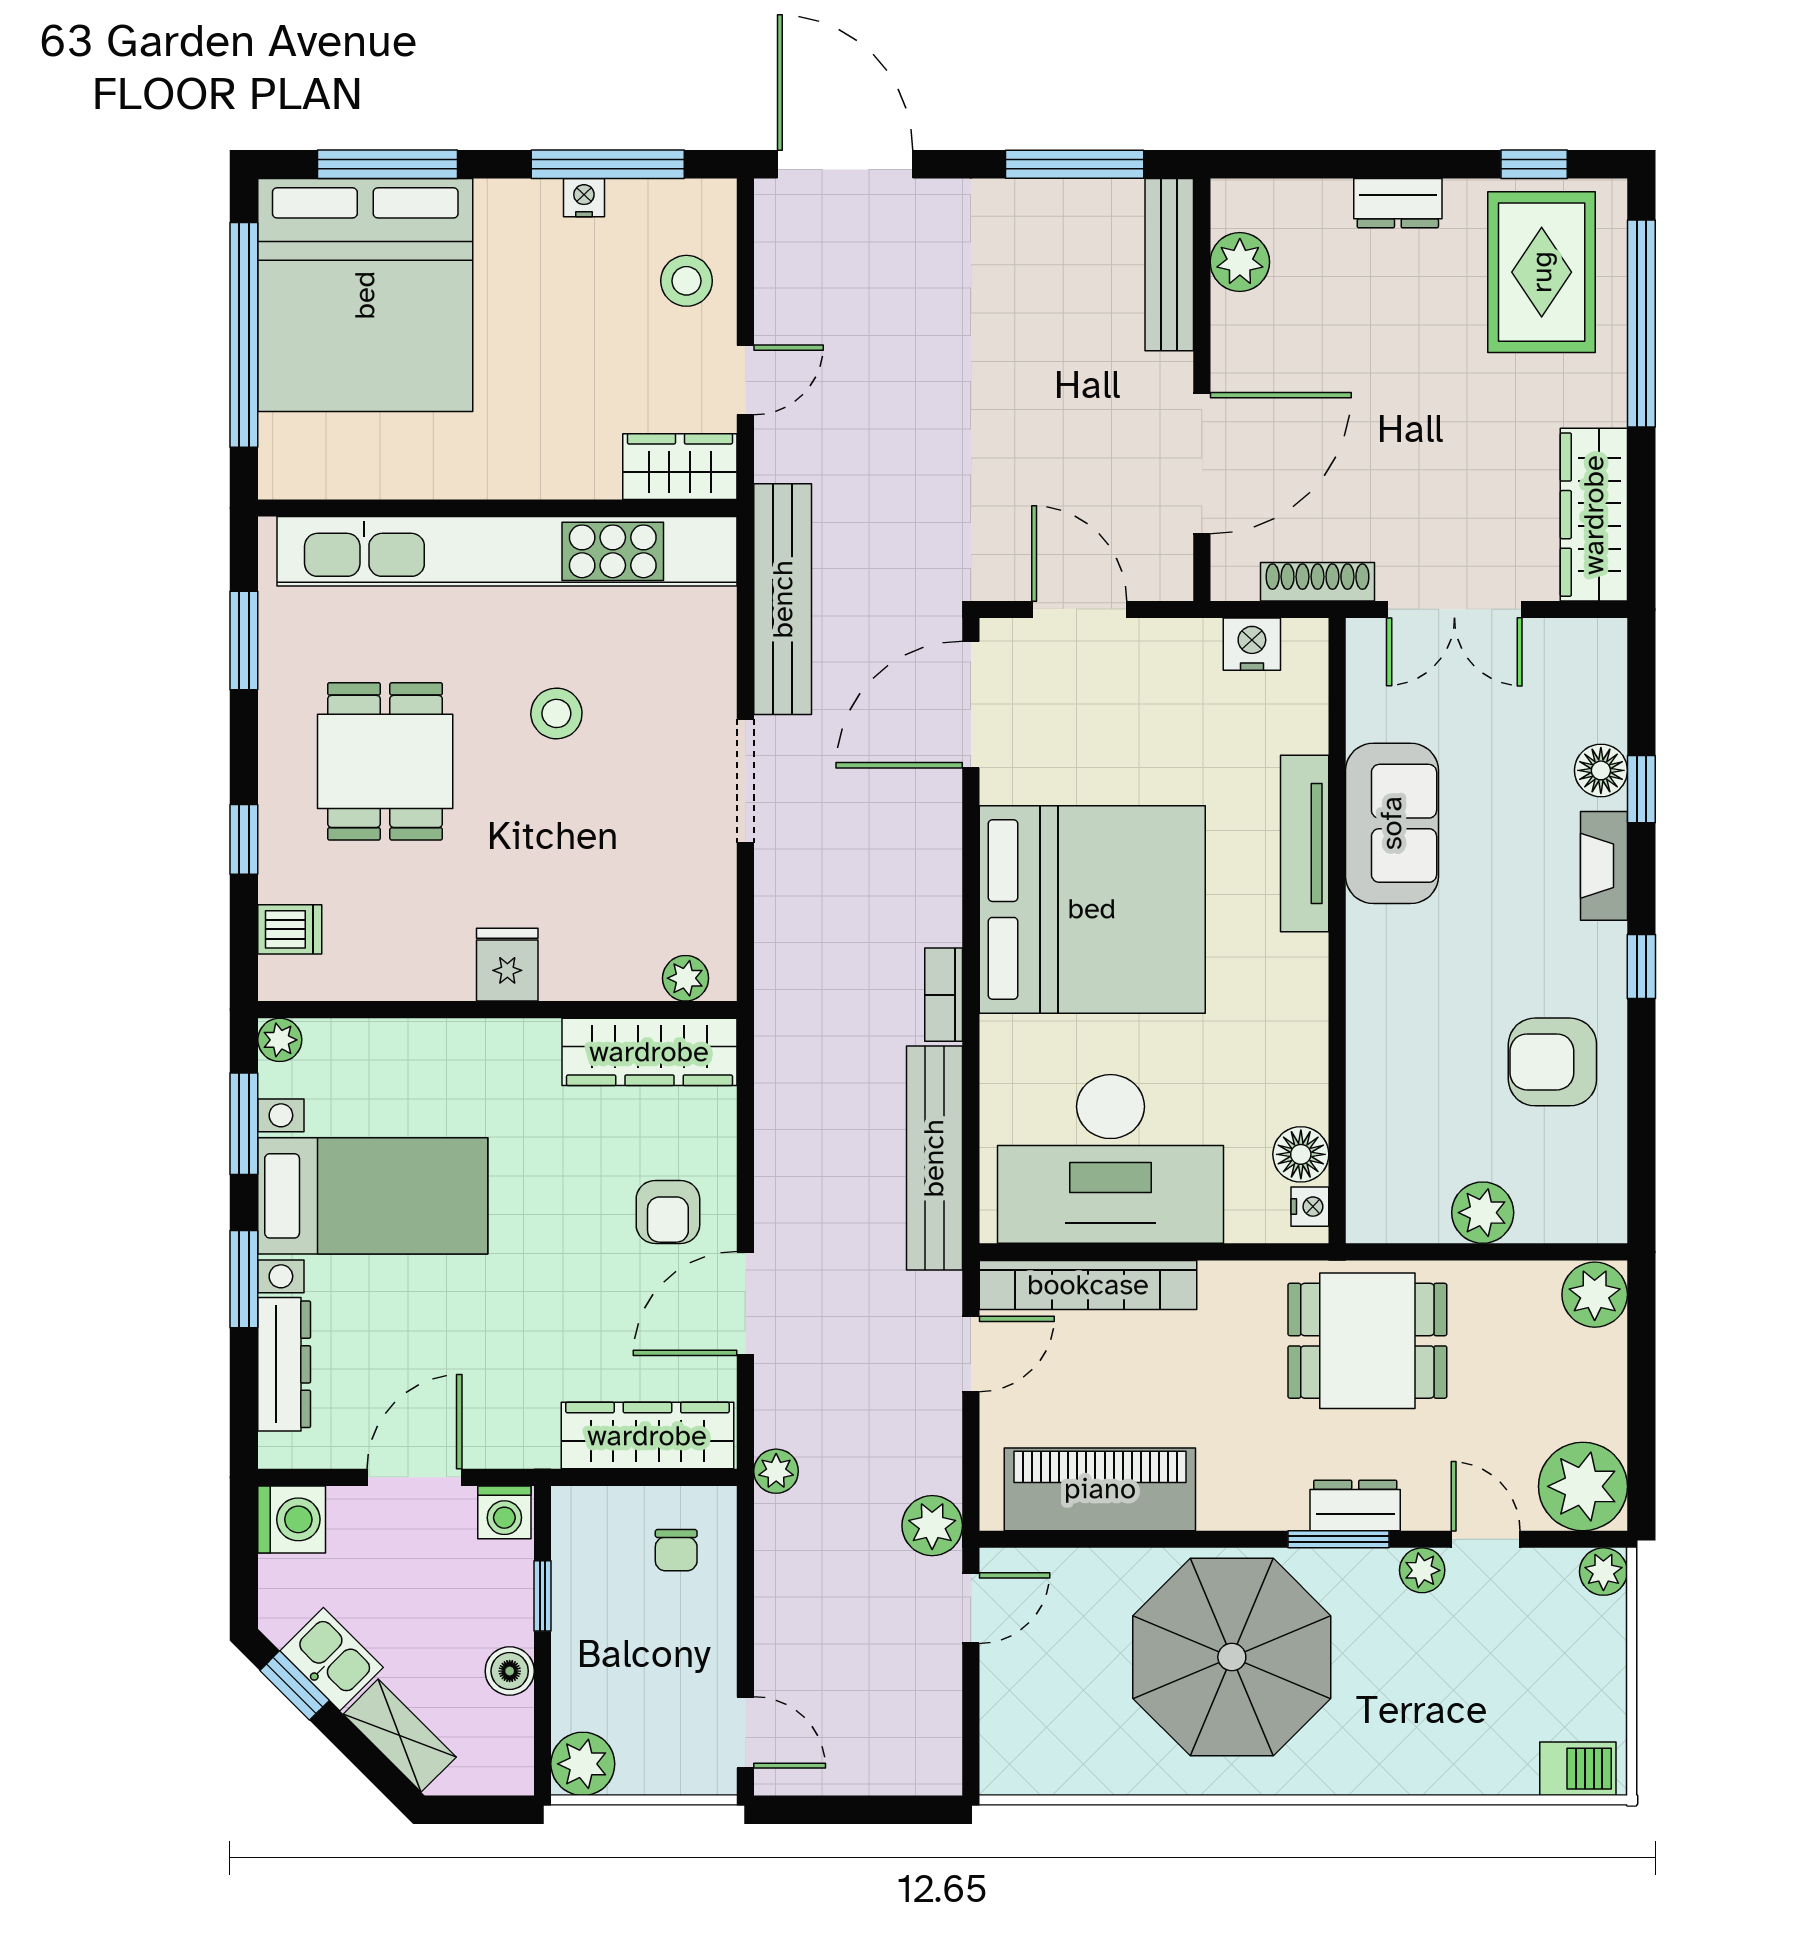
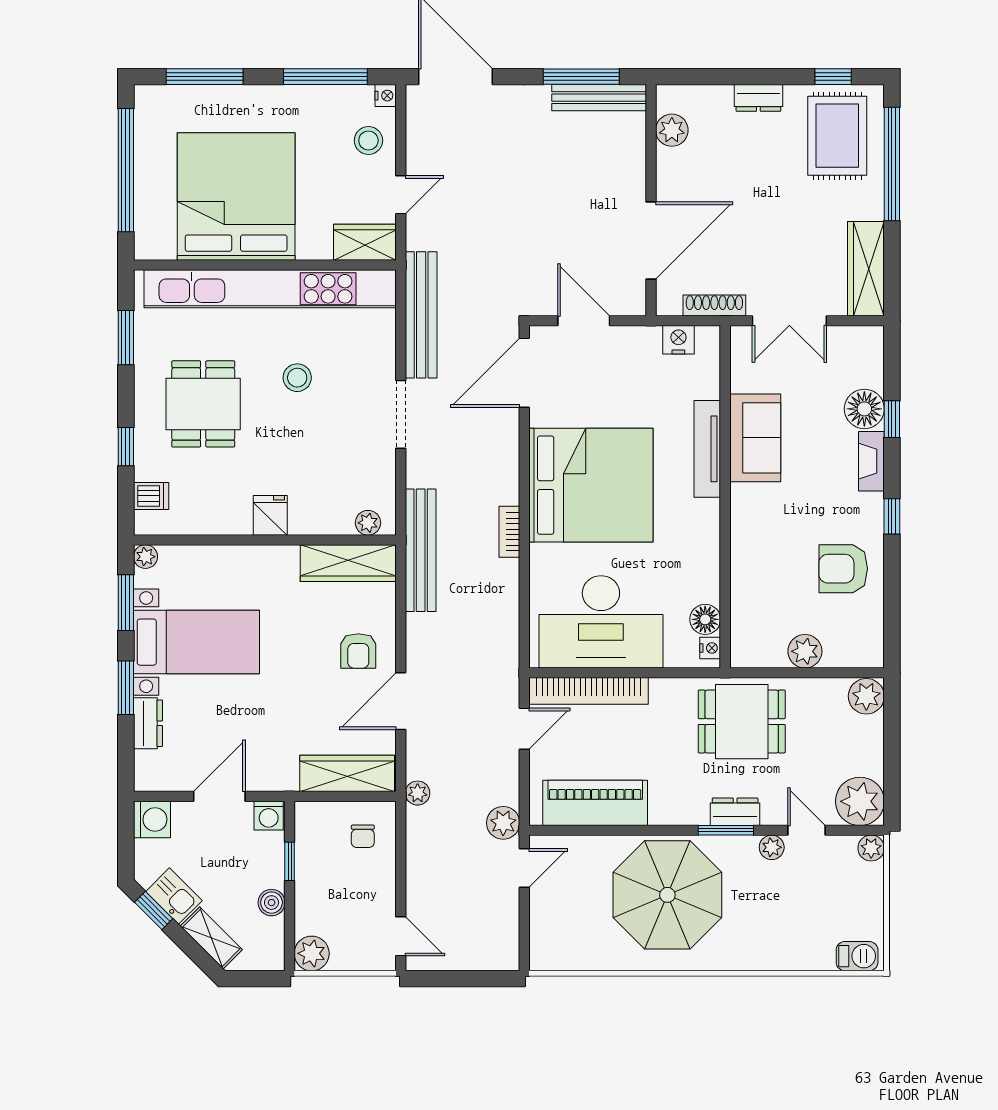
nightstand: (584, 198) -> (386, 96), moved, turned 90
bench: (1169, 265) -> (599, 98), moved, turned 90
bed: (365, 295) -> (236, 196), moved, turned 180
floor lamp: (1601, 770) -> (864, 409), width x1.38, depth x1.38
bench: (934, 1158) -> (421, 550), moved
dresser: (284, 1364) -> (148, 723), width x0.70

